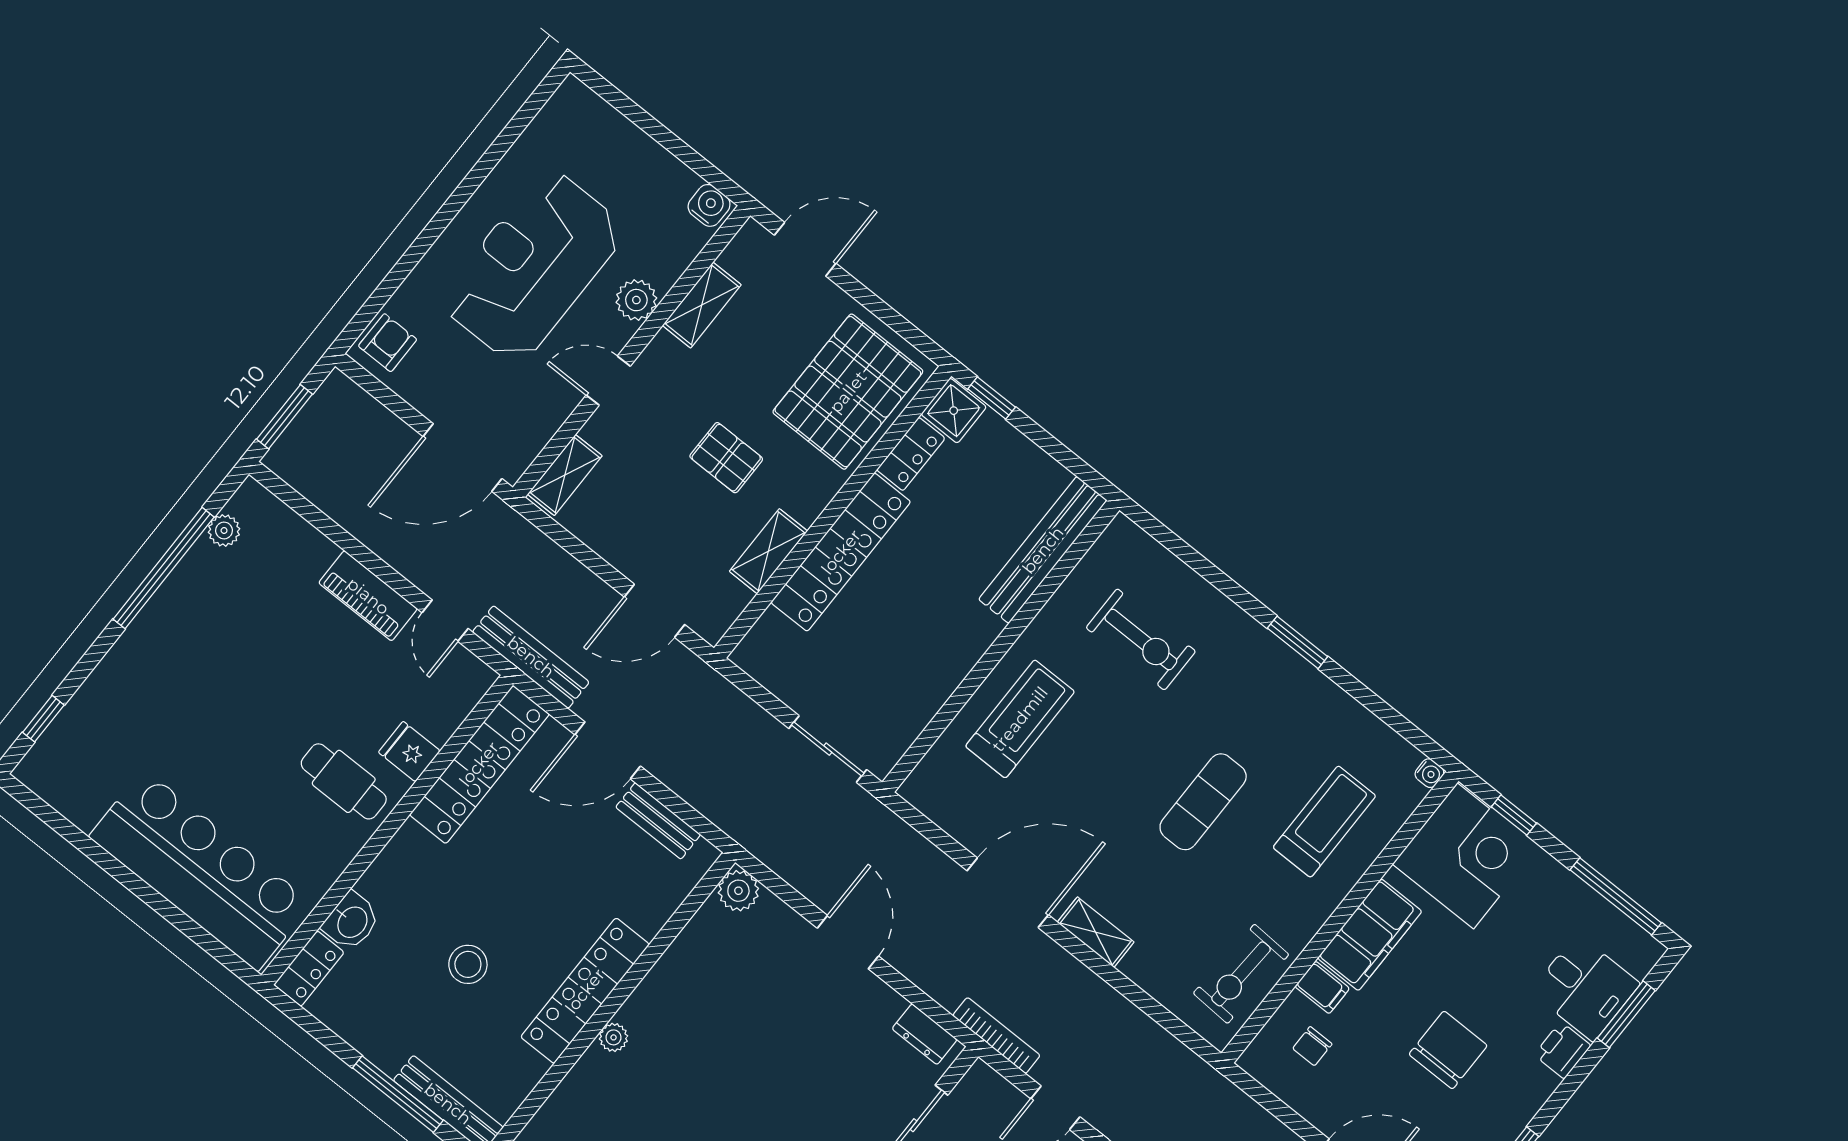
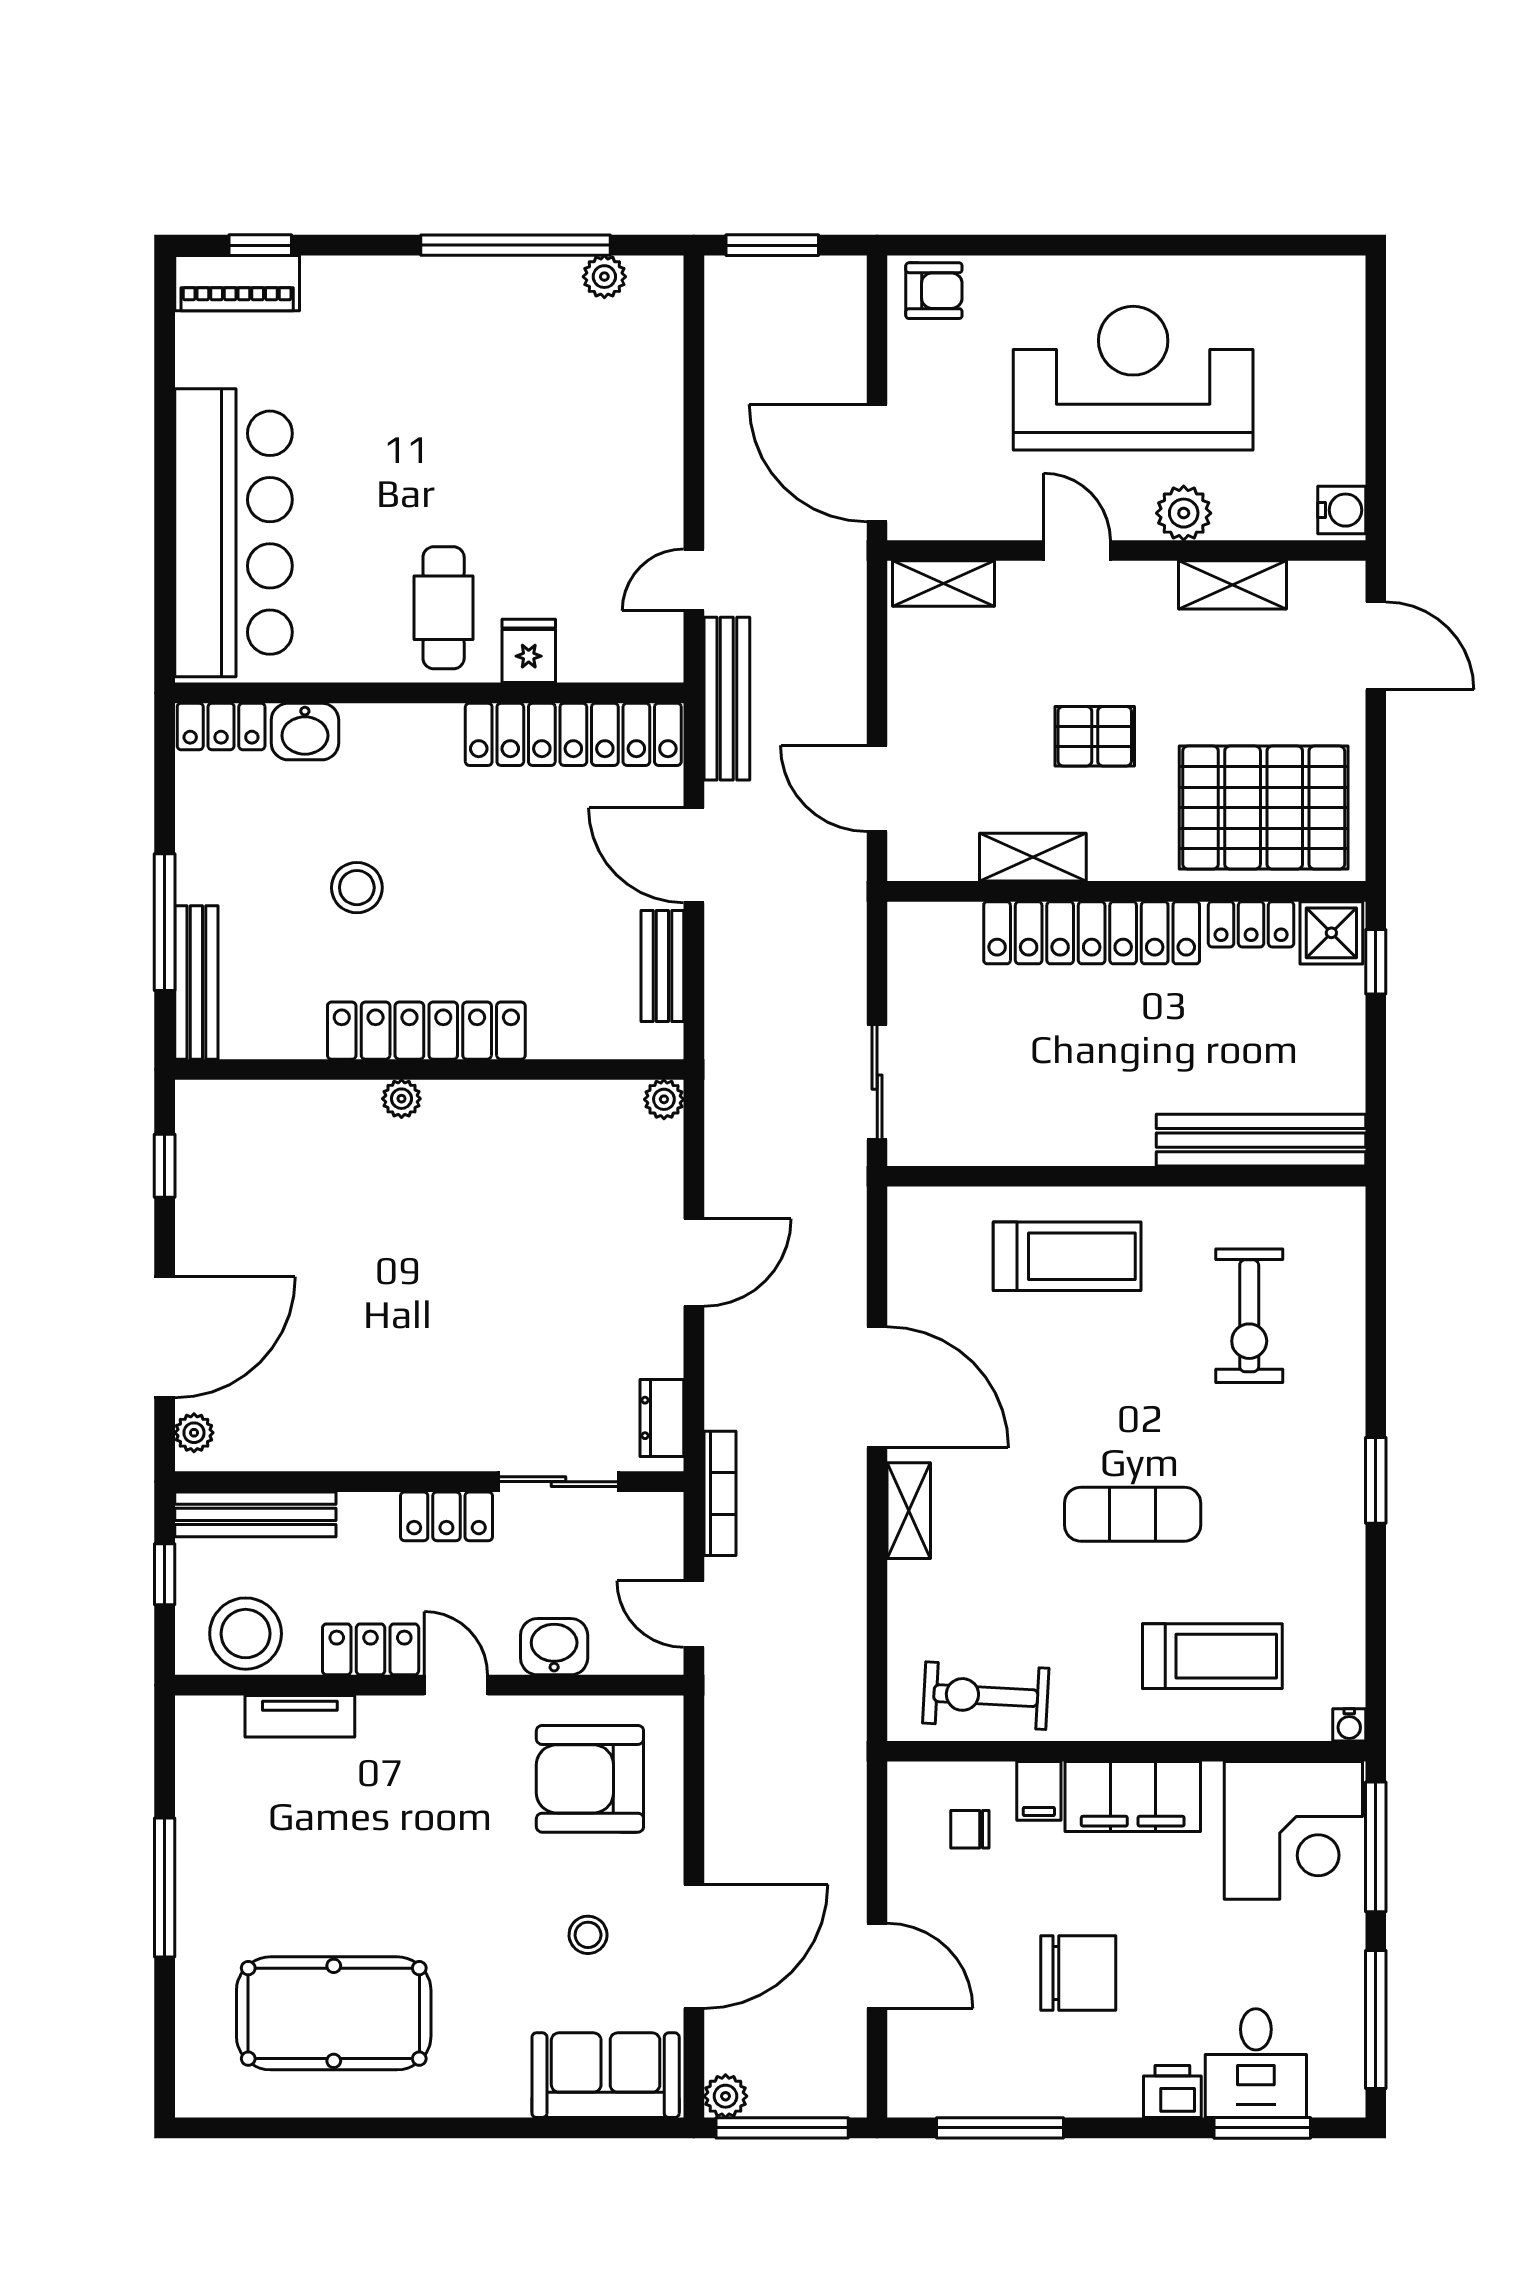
pallet: (726, 458) -> (1095, 736), turned 90
piano: (368, 596) -> (237, 283), moved, turned -90
window: (1514, 815) -> (1376, 1847), width x2.17
plant: (738, 891) -> (664, 1099), width x0.73, depth x0.73

